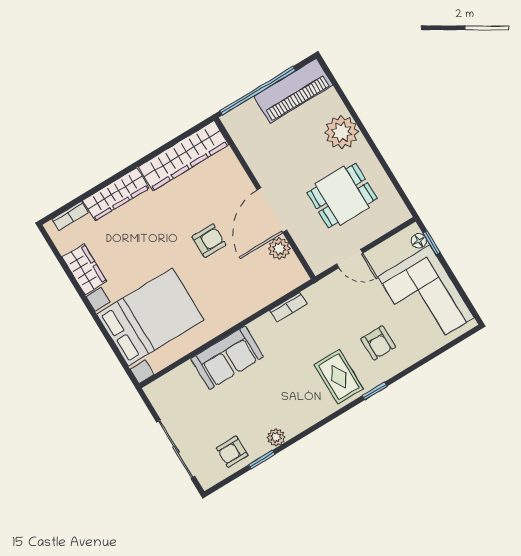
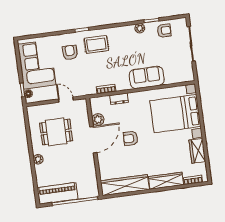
plant: (342, 132) -> (38, 159), width x0.53, depth x0.53
dresser: (259, 300) -> (119, 99), added
rug: (339, 377) -> (96, 44), turned 90

